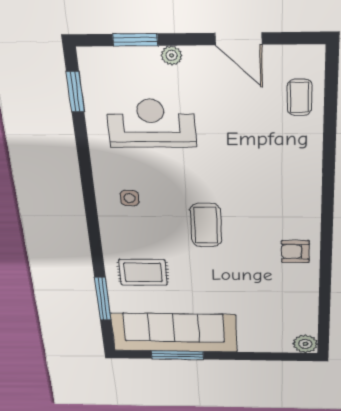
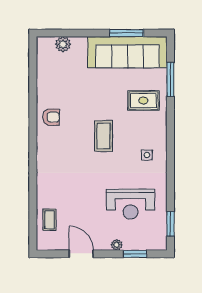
plant: (305, 344) -> (63, 44), moved

